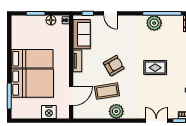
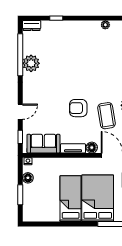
armchair: (114, 66) -> (78, 108), turned -60
rug: (155, 68) -> (80, 62), removed
floor lamp: (78, 78) -> (92, 148), added

